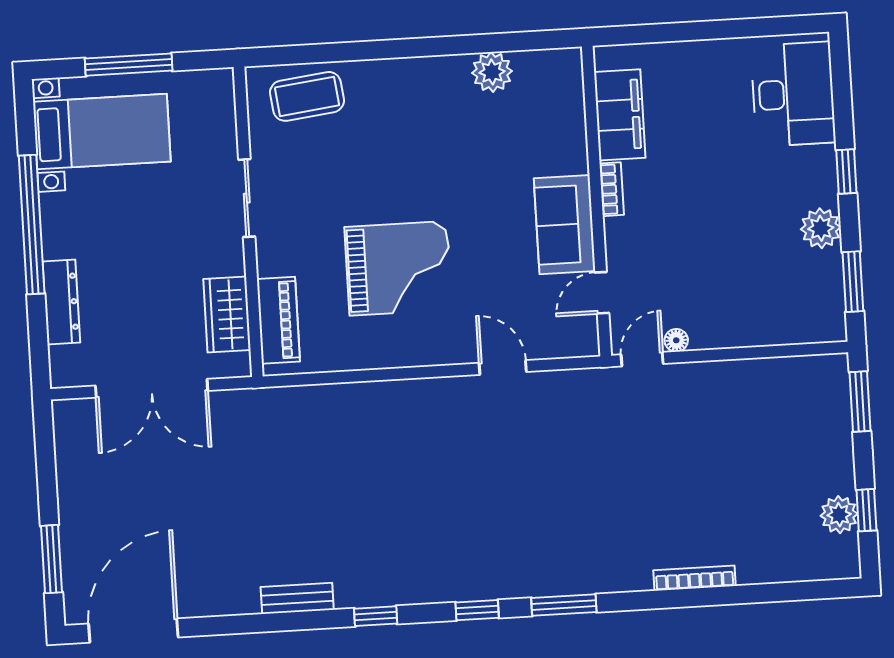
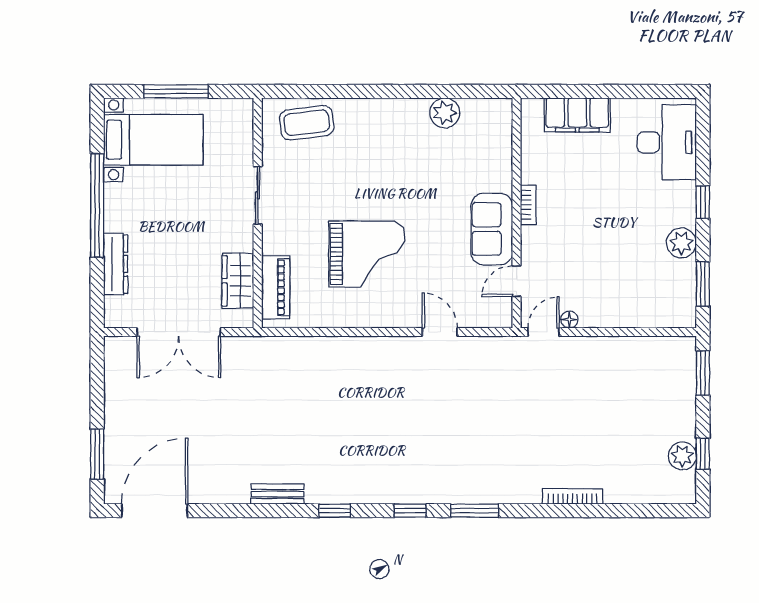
filing cabinet: (620, 115) -> (577, 115), moved, turned 90

